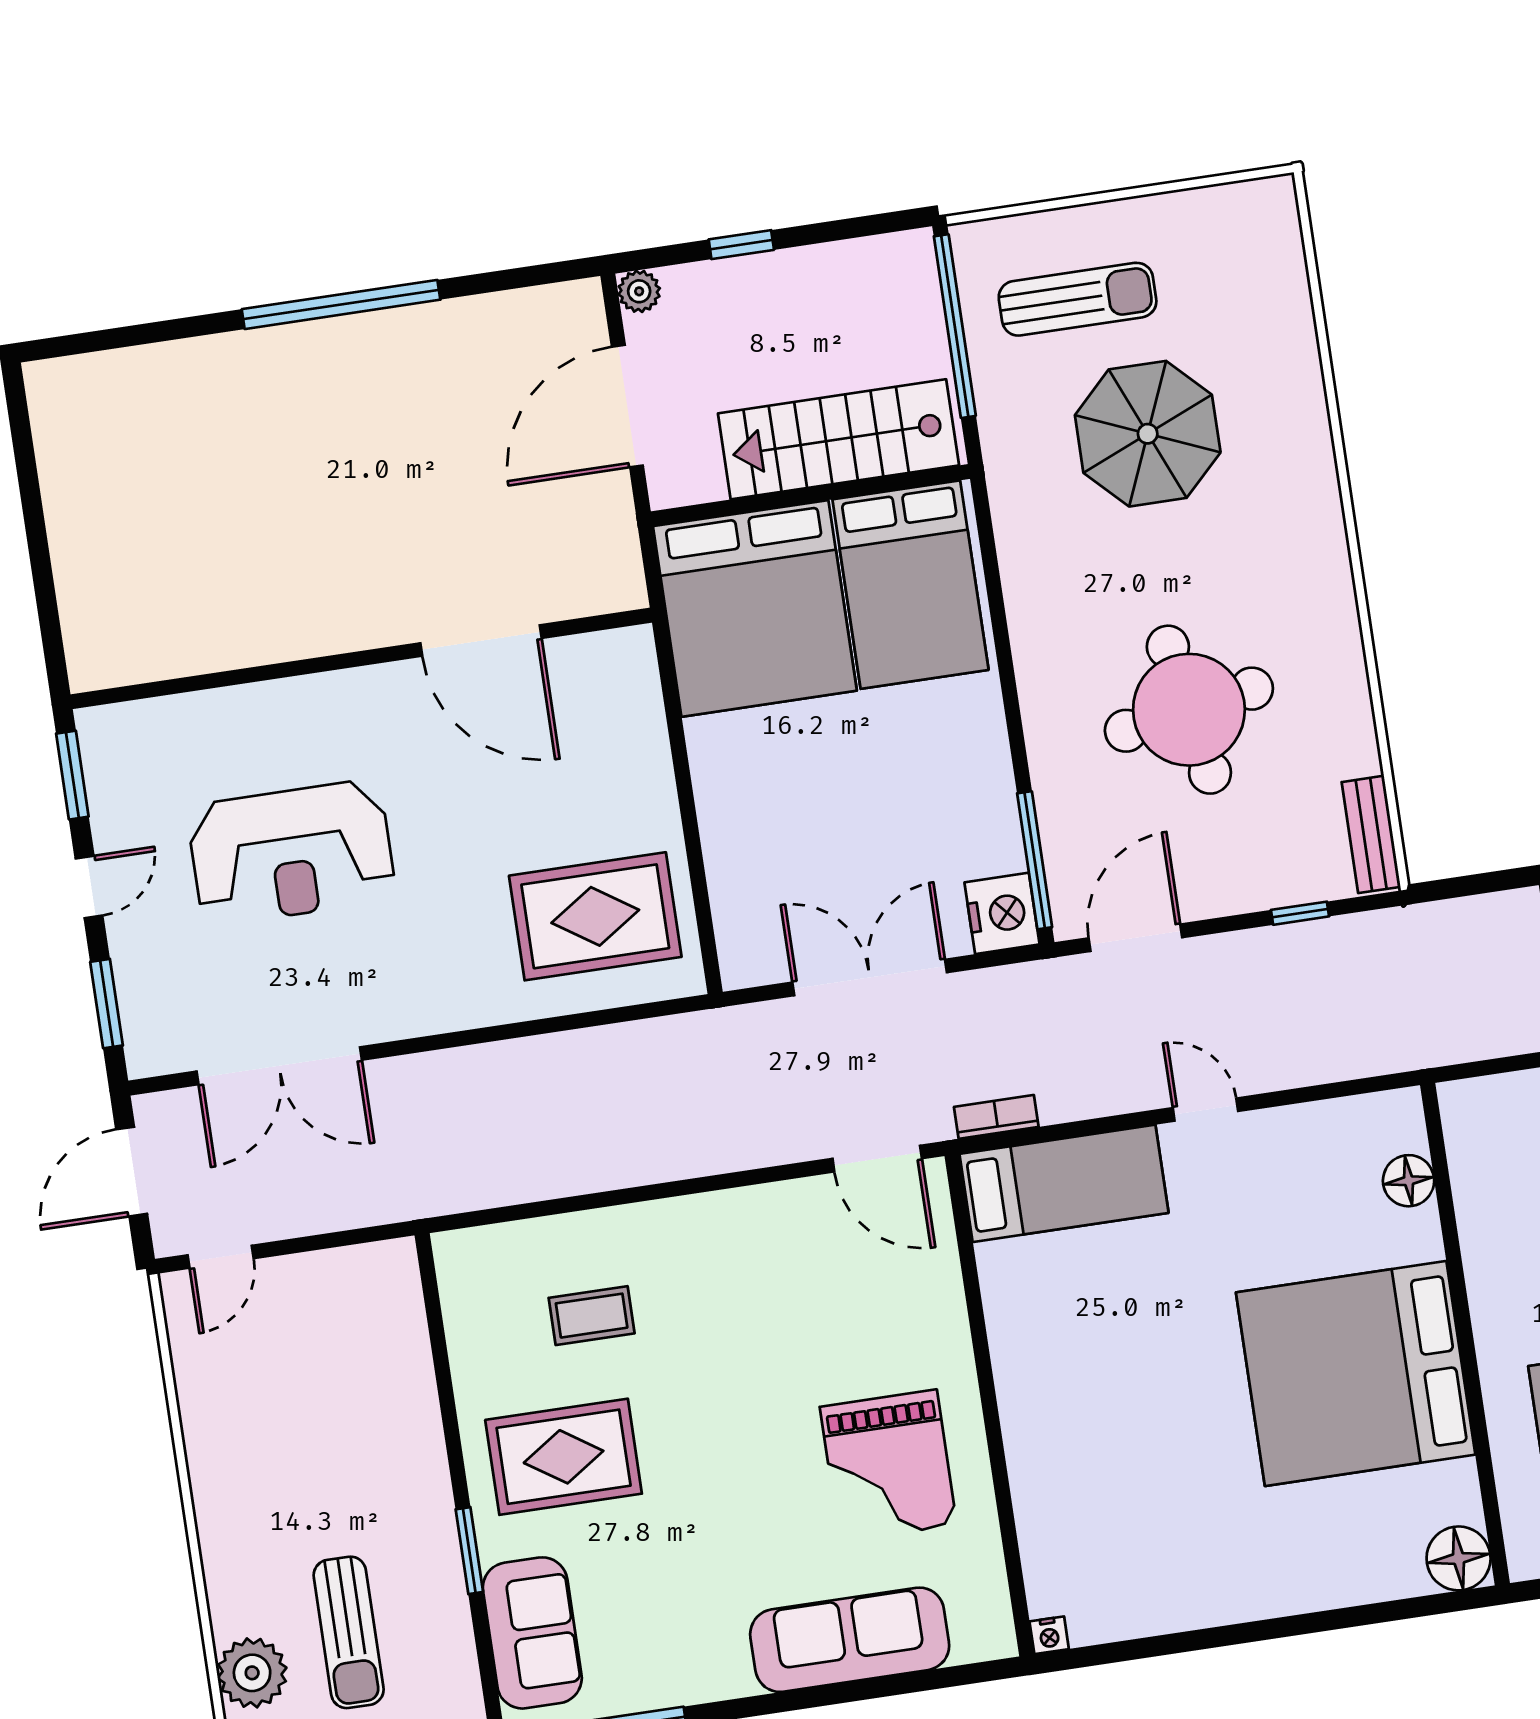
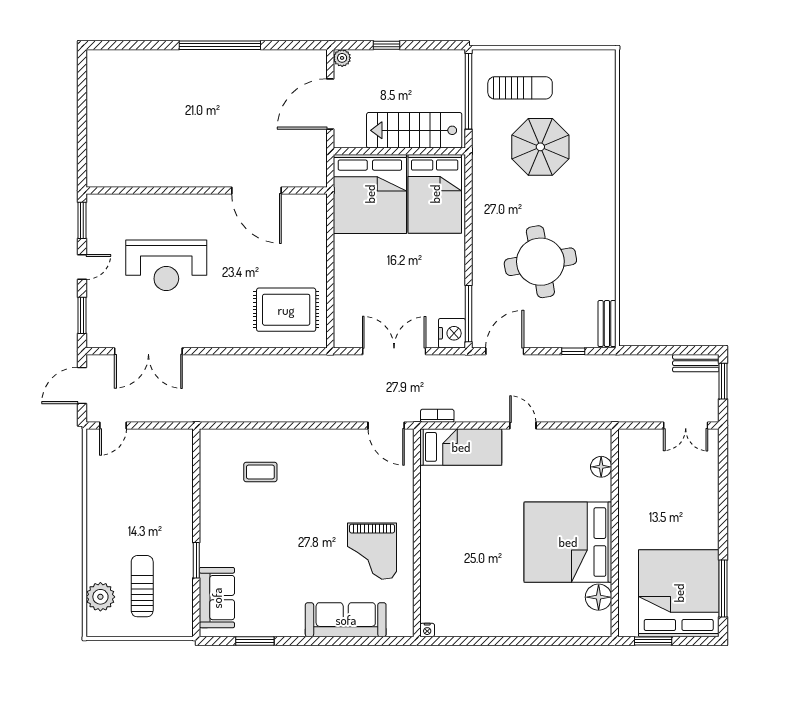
rug: (564, 1457) -> (240, 528), removed
floor lamp: (1459, 1558) -> (599, 597), moved
sun lounger: (349, 1632) -> (142, 586), turned 180

